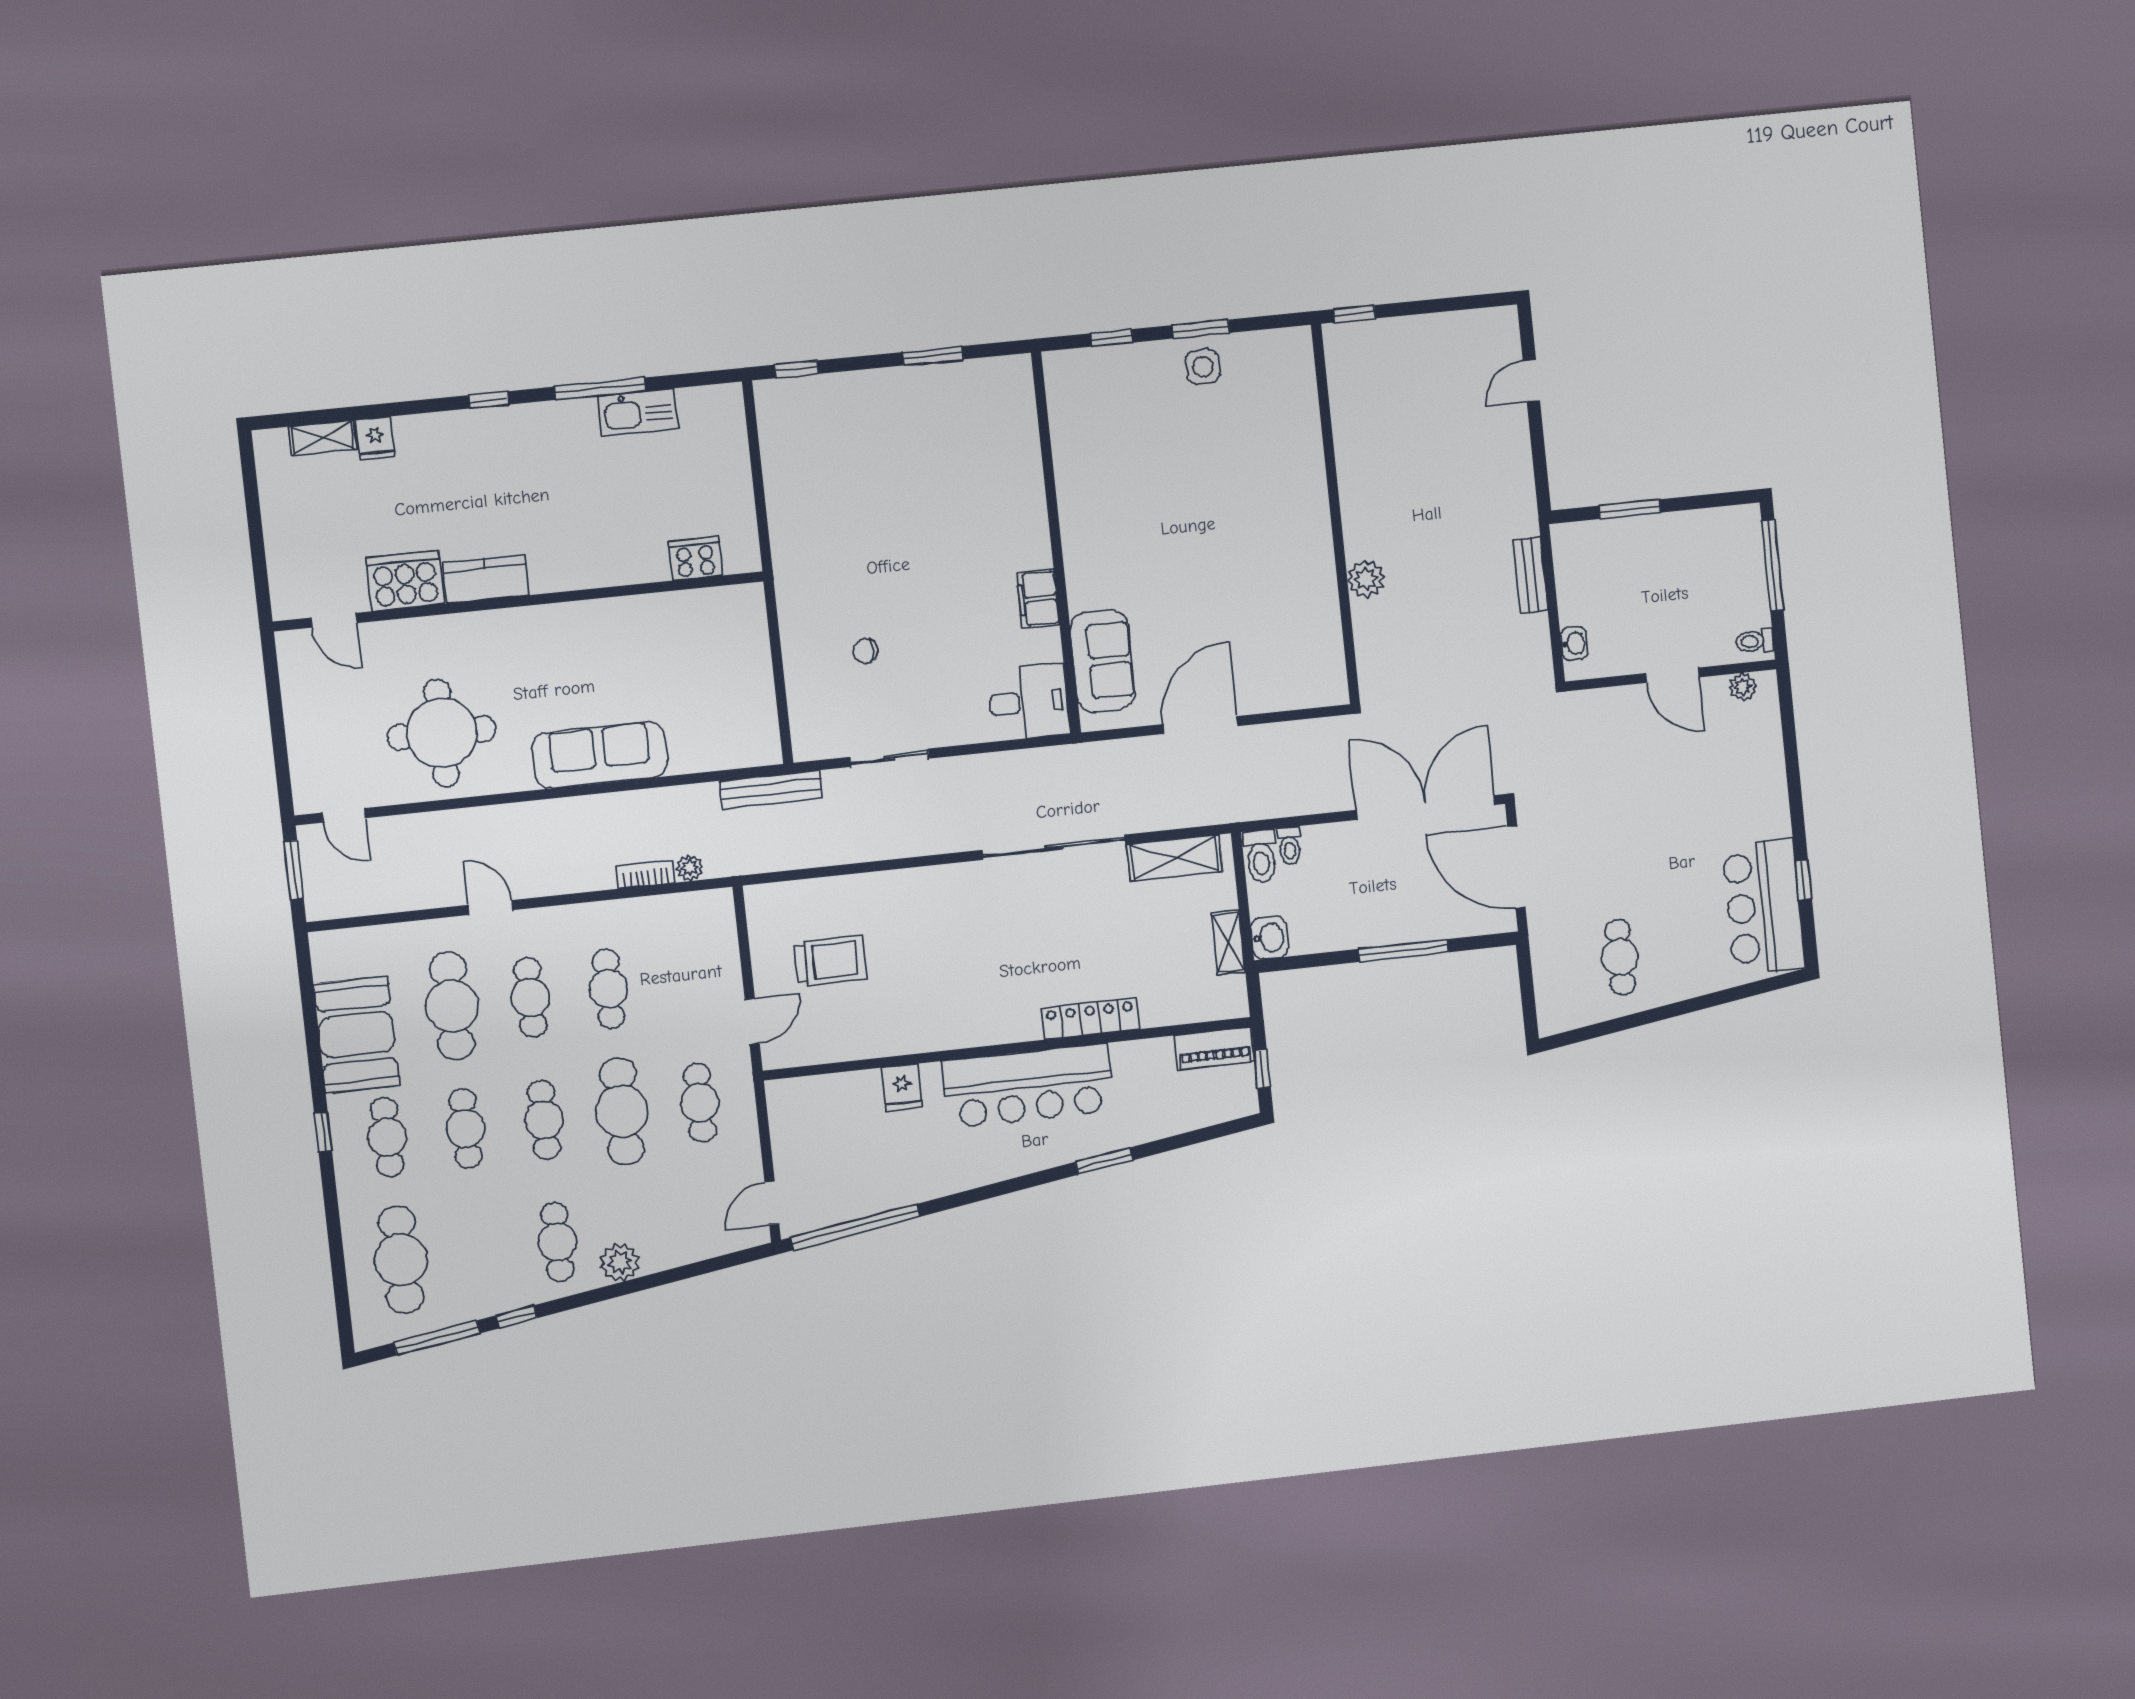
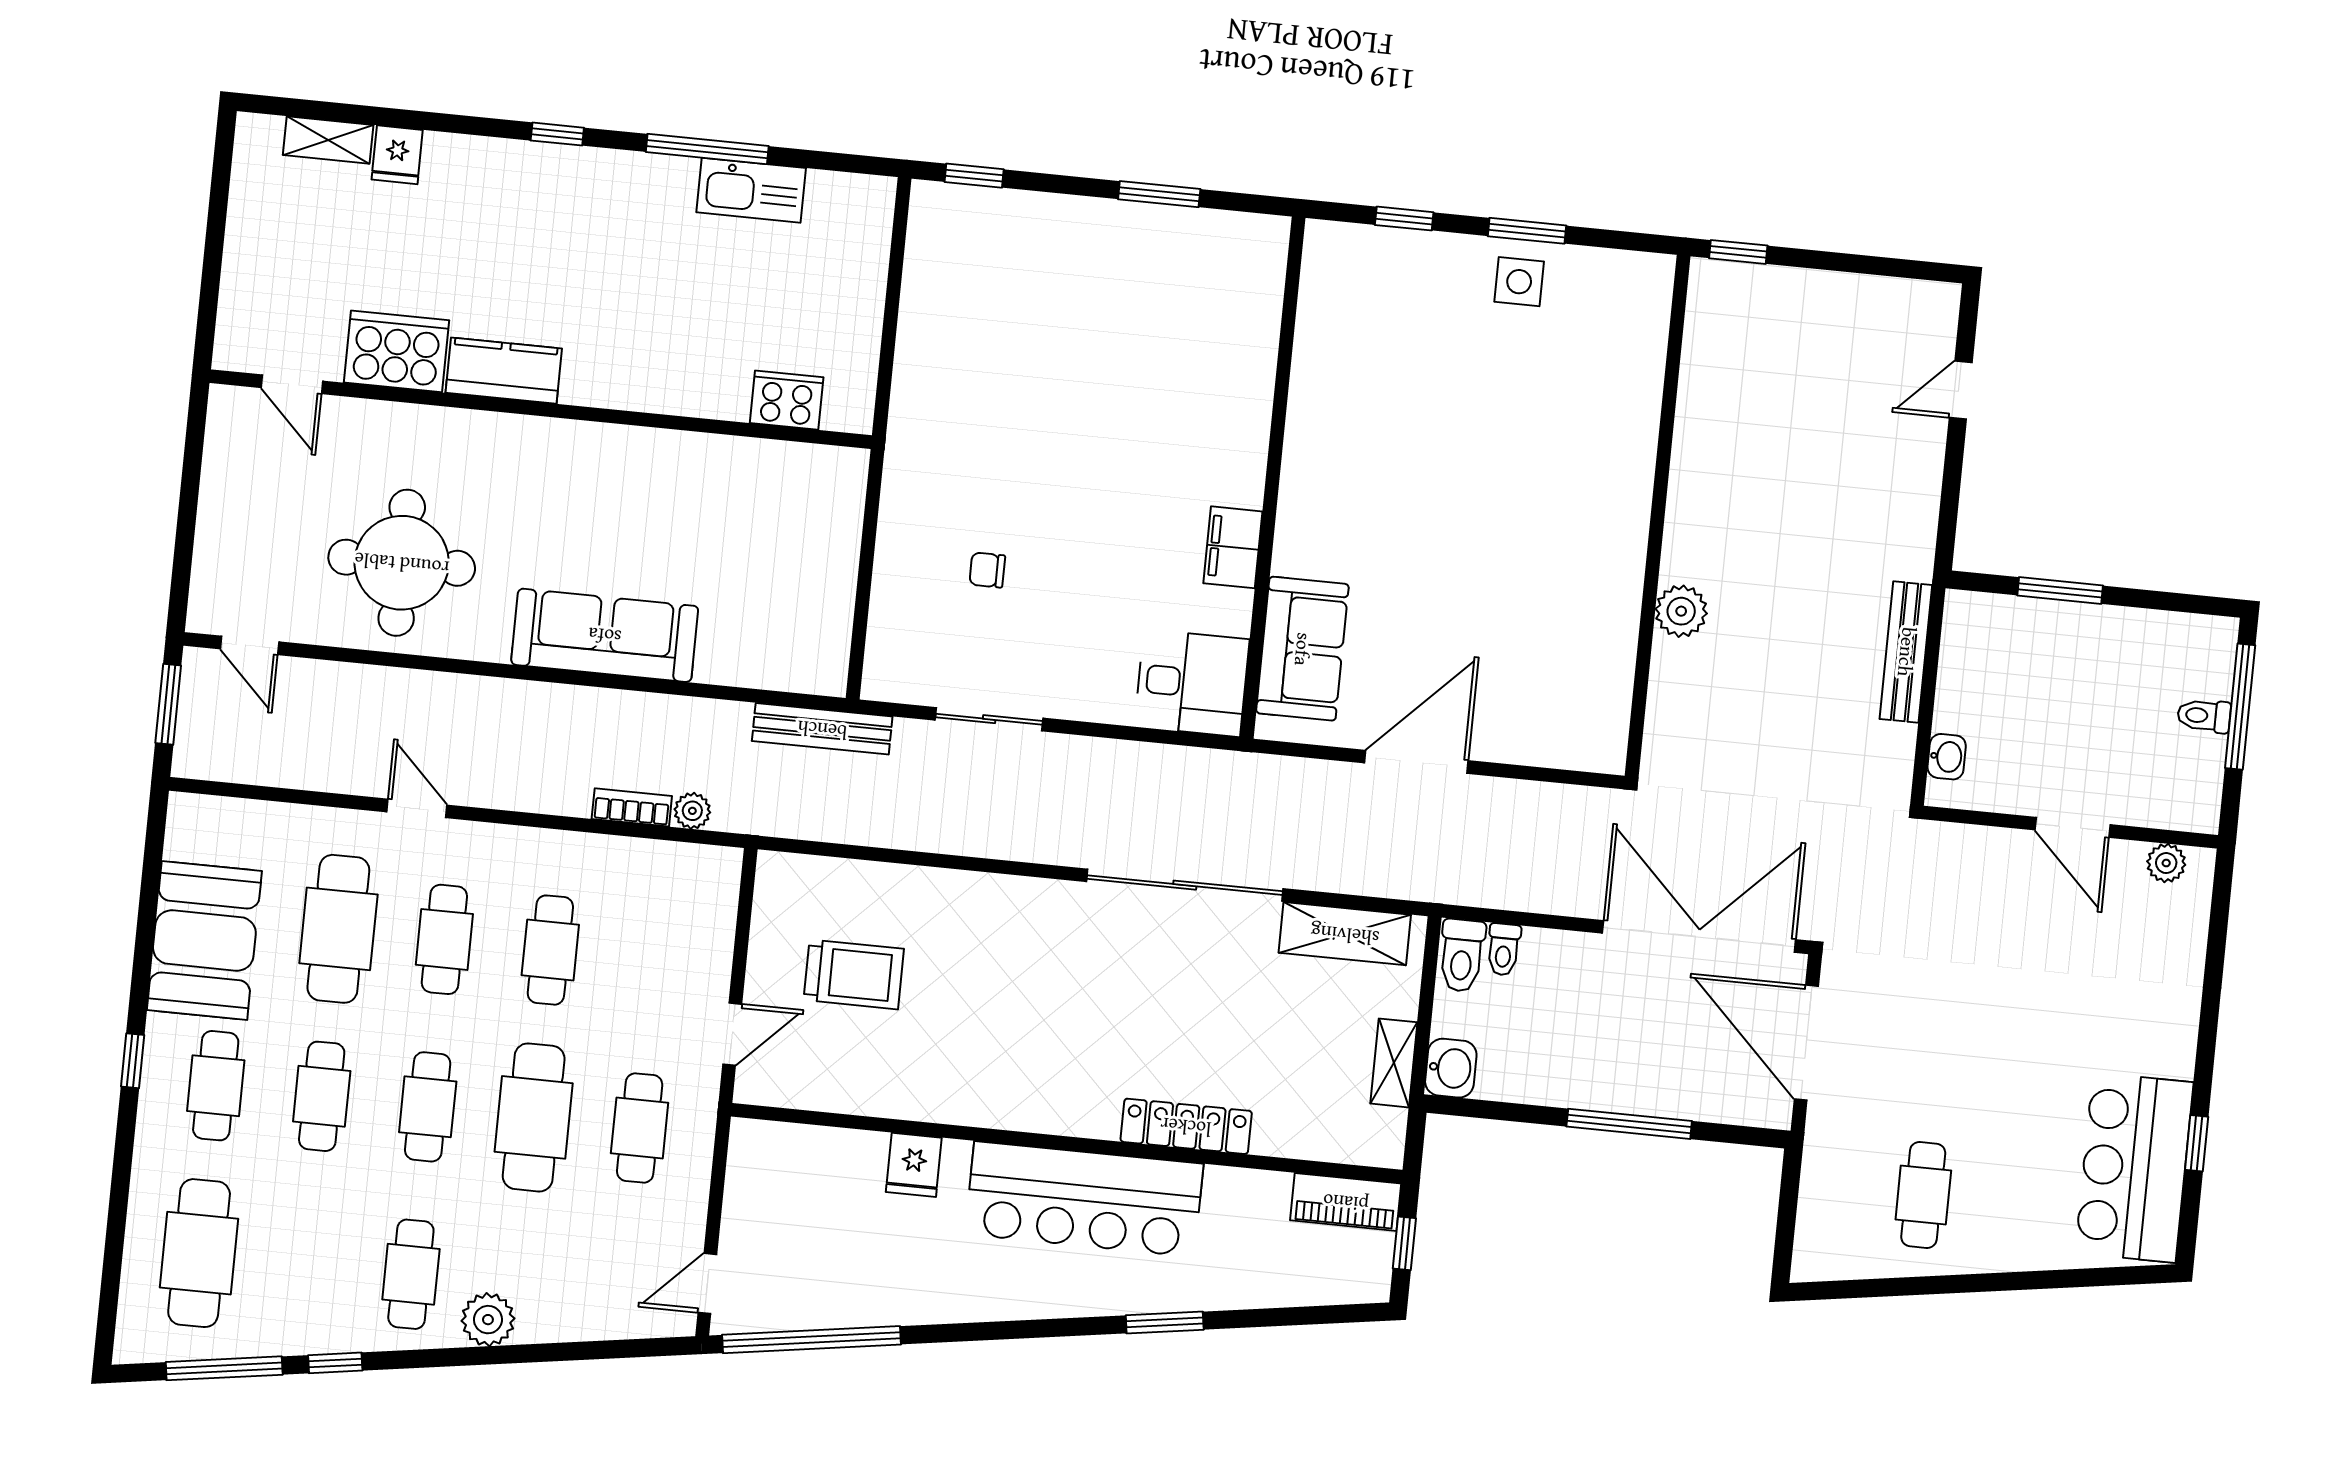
bench: (1530, 575) -> (1906, 652), width x1.36
toilet: (1755, 641) -> (2204, 716), moved

